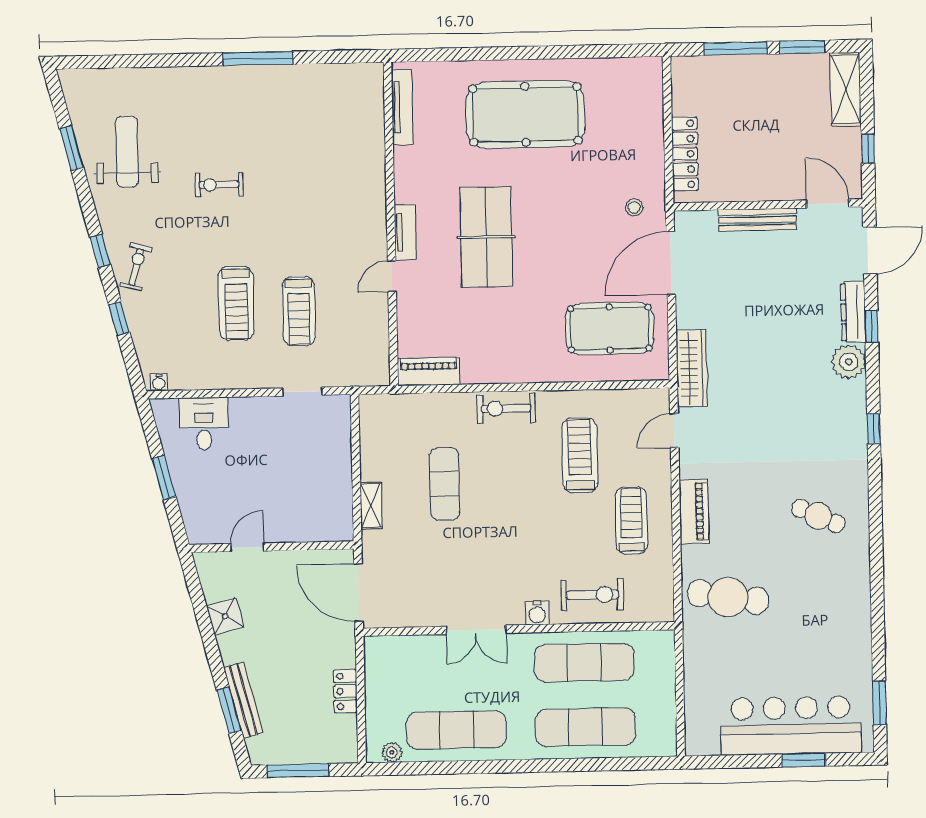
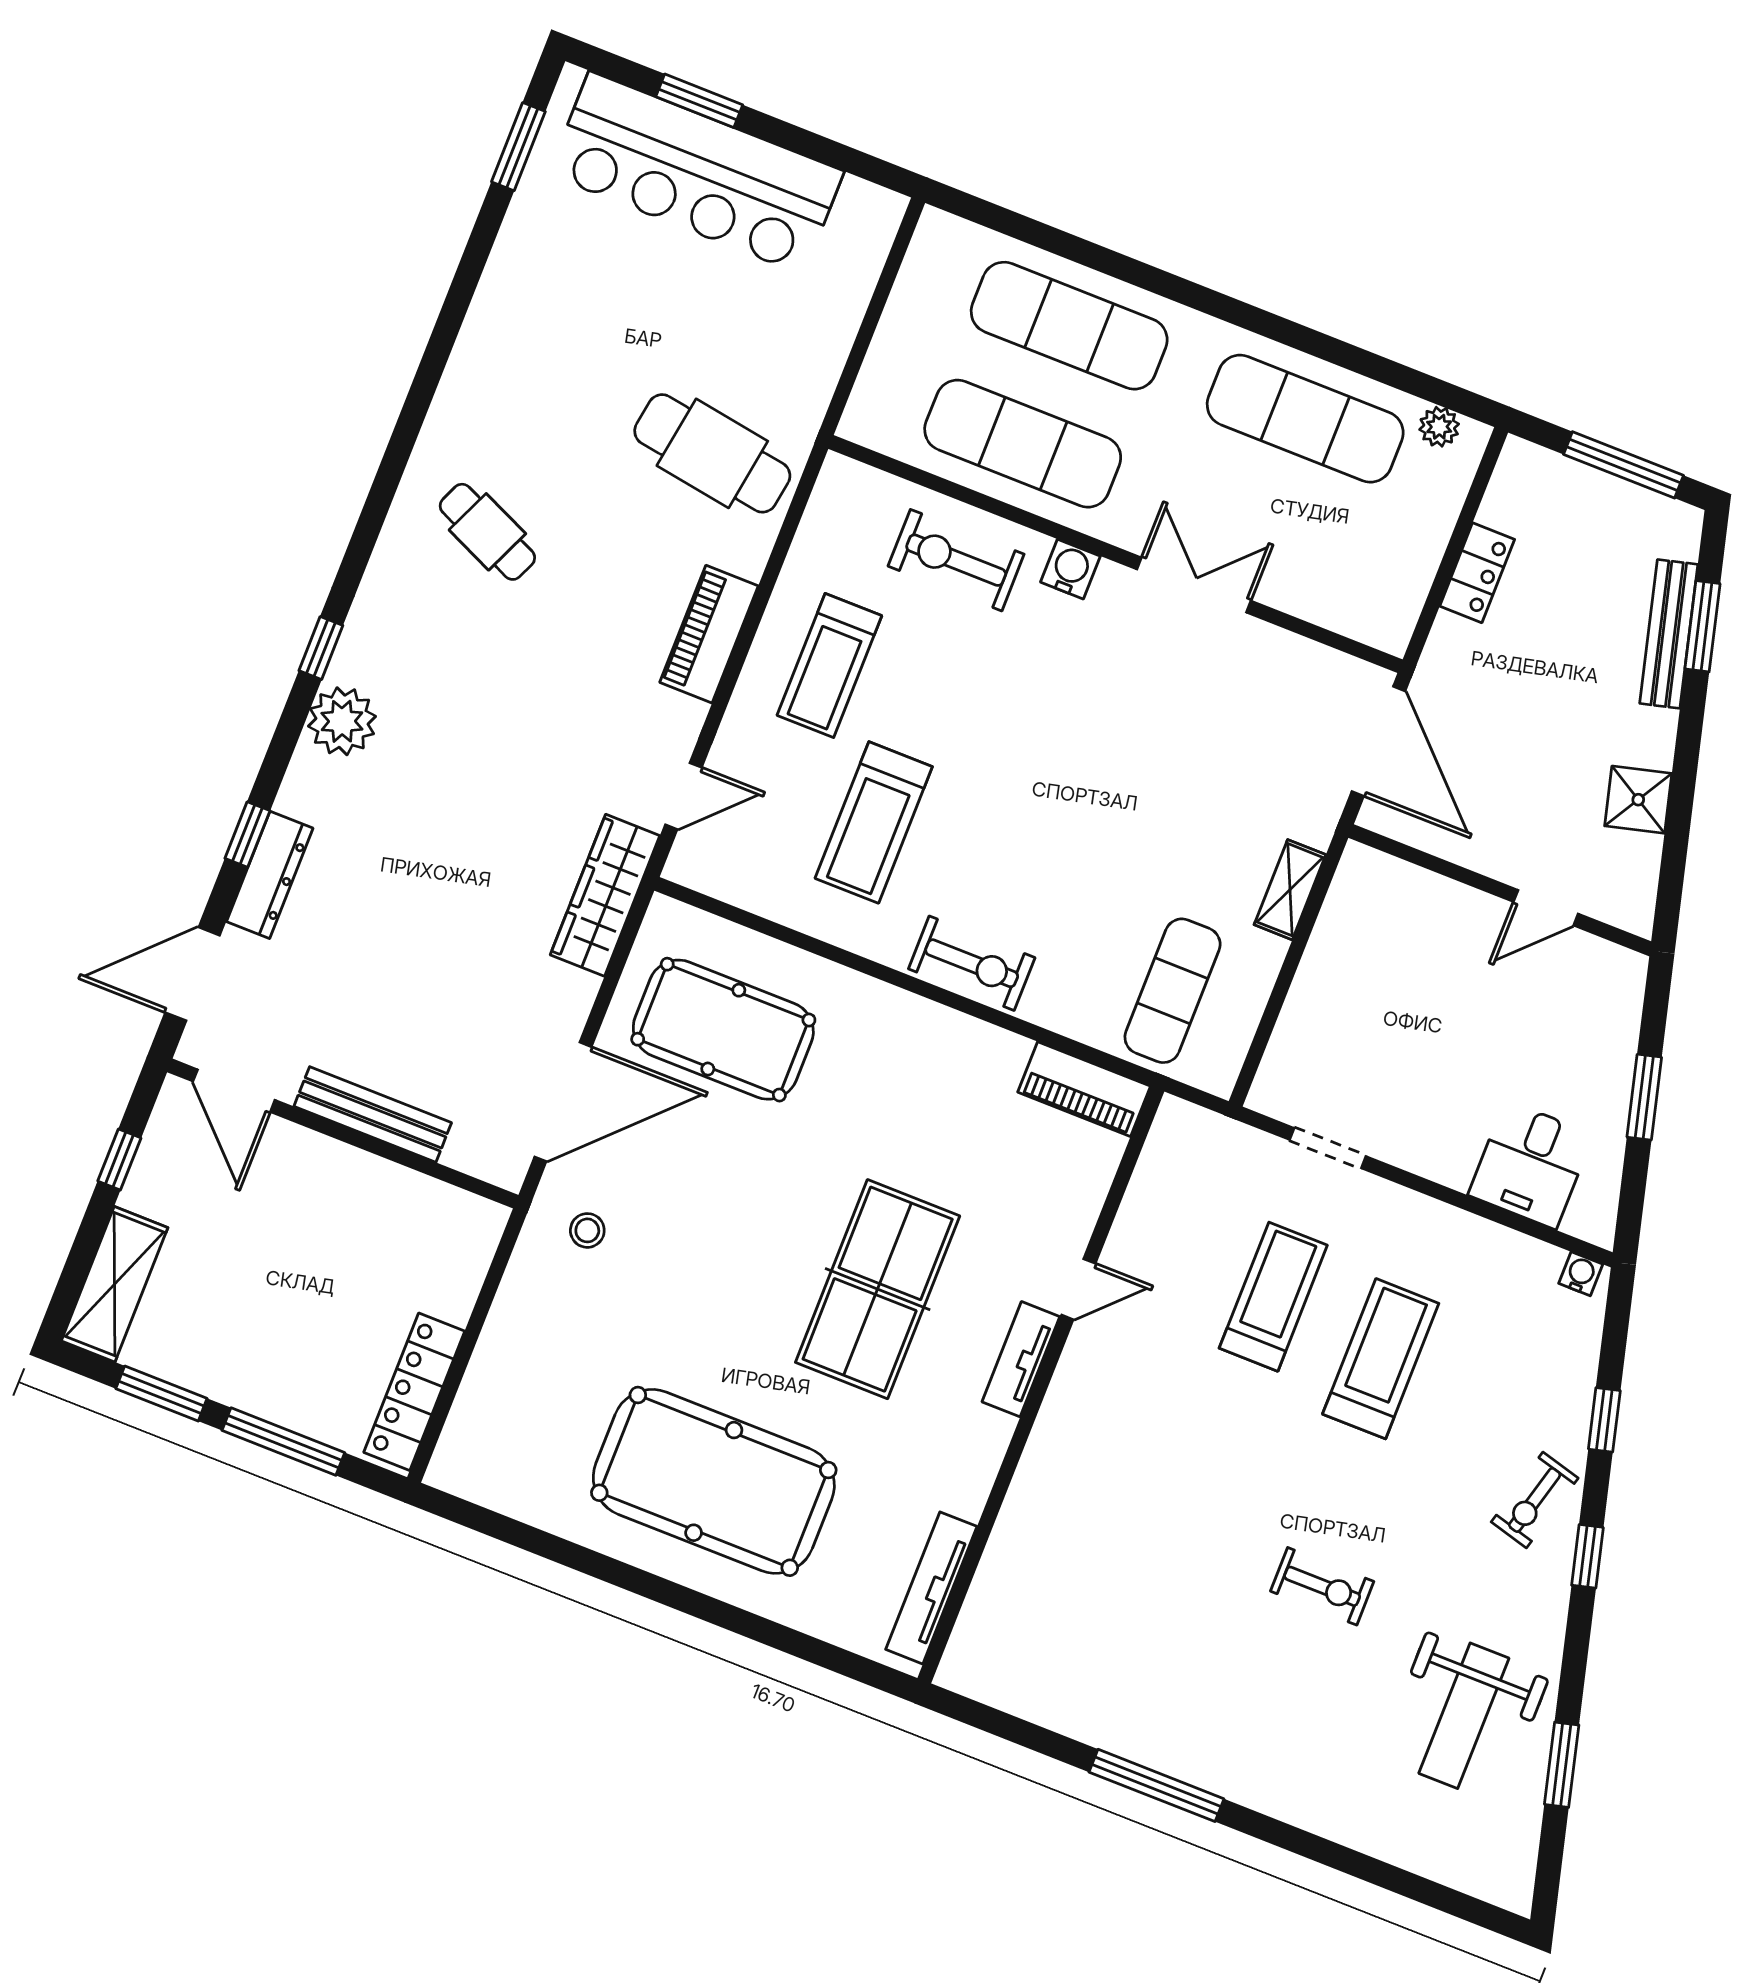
locker: (685, 154) -> (414, 1392), moved
plant: (849, 362) -> (342, 721), moved
exercise mat: (445, 484) -> (1173, 991), moved

